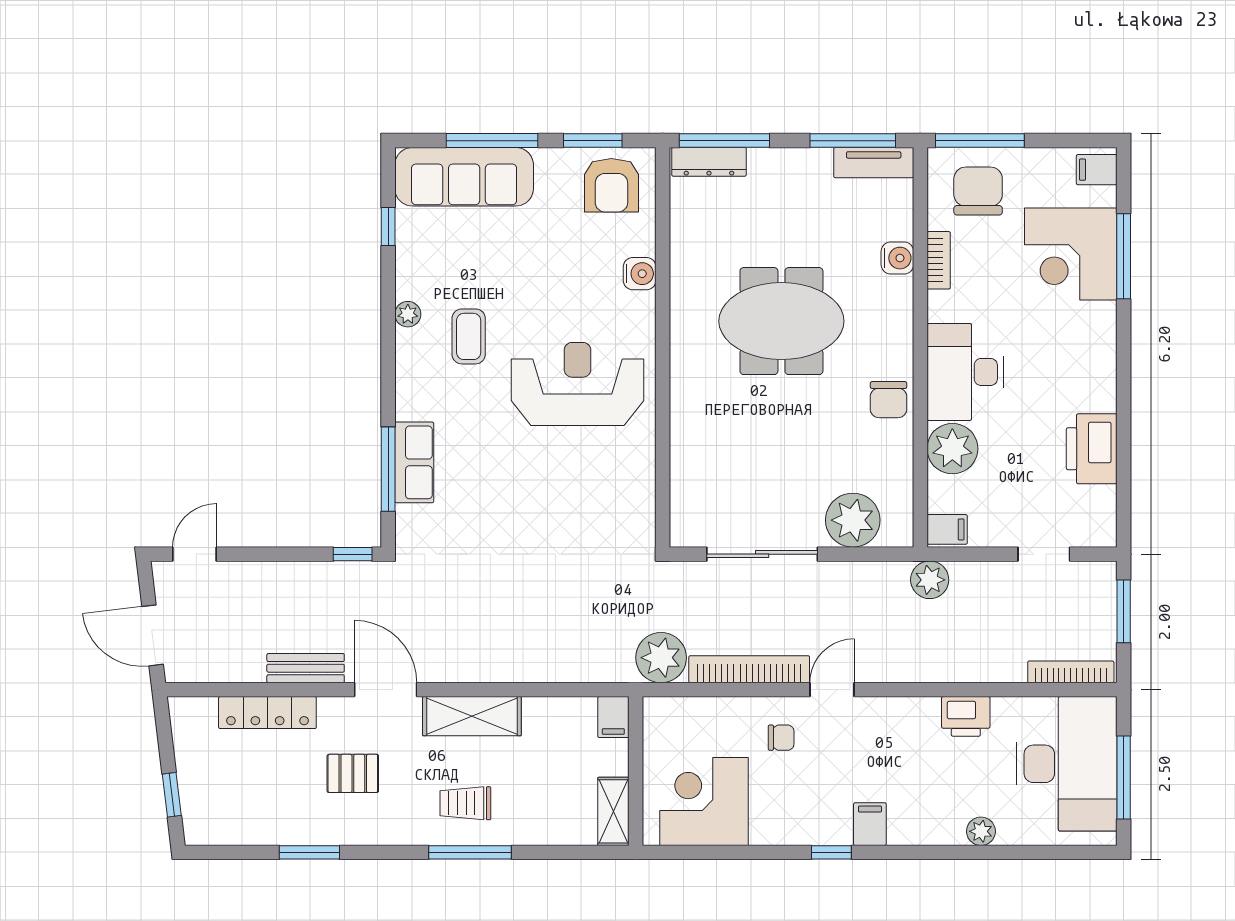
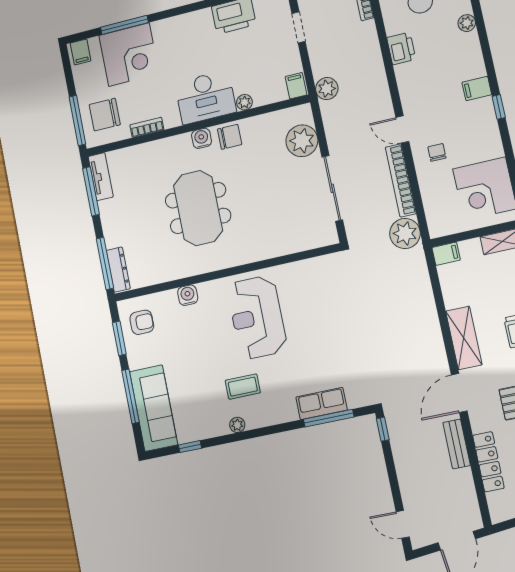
armchair: (611, 185) -> (142, 322), width x0.72, depth x0.72
water cooler: (897, 258) -> (202, 138), moved
plant: (952, 449) -> (244, 102), width x0.53, depth x0.53

